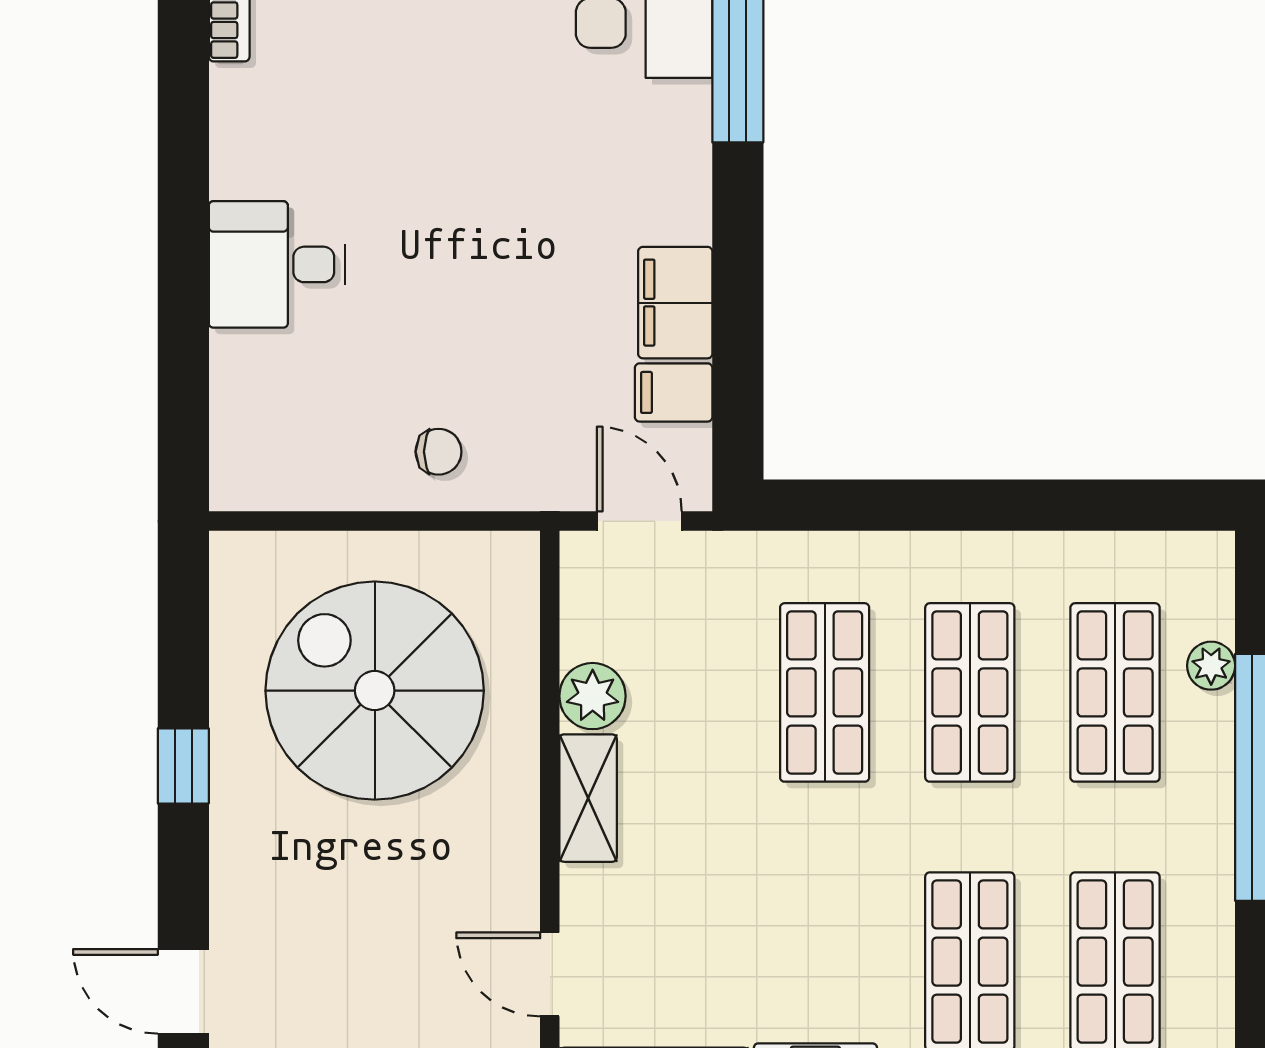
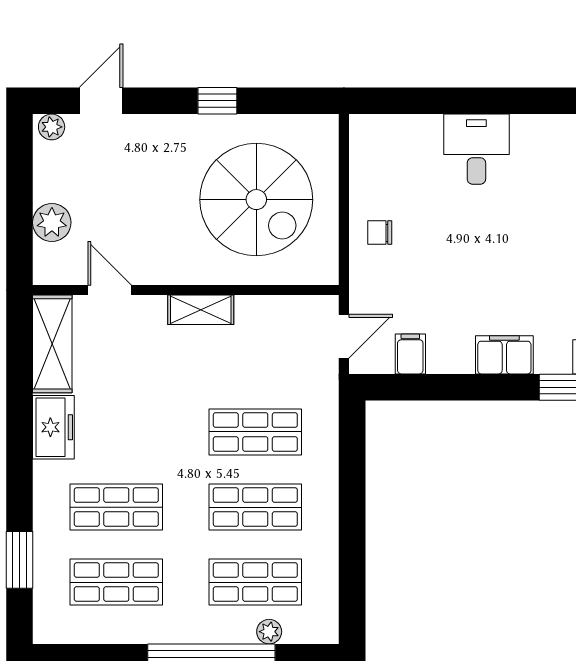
filing cabinet: (675, 303) -> (504, 355), moved
chair: (439, 452) -> (380, 233), turned 90
spiral stairs: (375, 691) -> (256, 200), turned 90
plant: (593, 696) -> (253, 312), removed
door: (550, 974) -> (110, 290), hinge flipped

